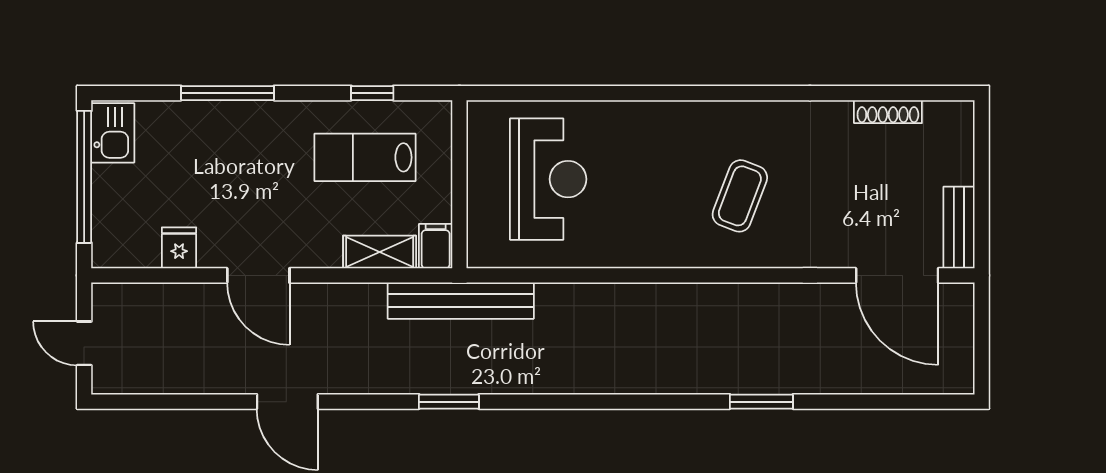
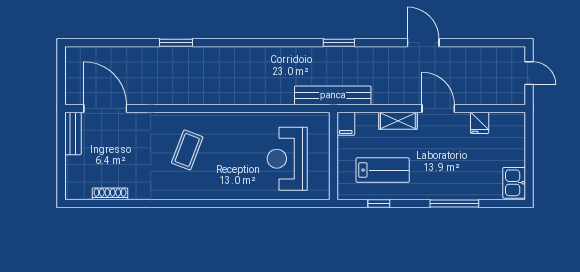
window: (84, 177) -> (529, 160), removed
shelving: (380, 252) -> (398, 121), moved

